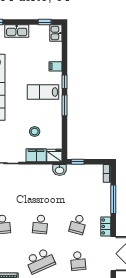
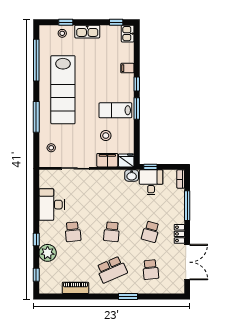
lab bench: (43, 92) -> (115, 110), moved
desk: (78, 177) -> (151, 182), added

